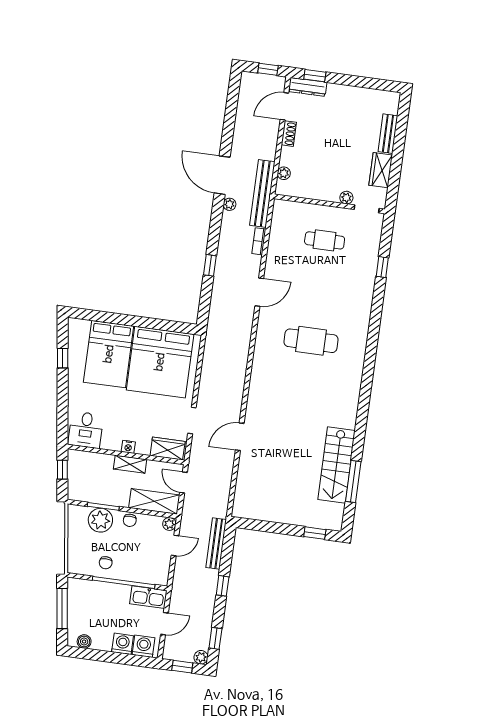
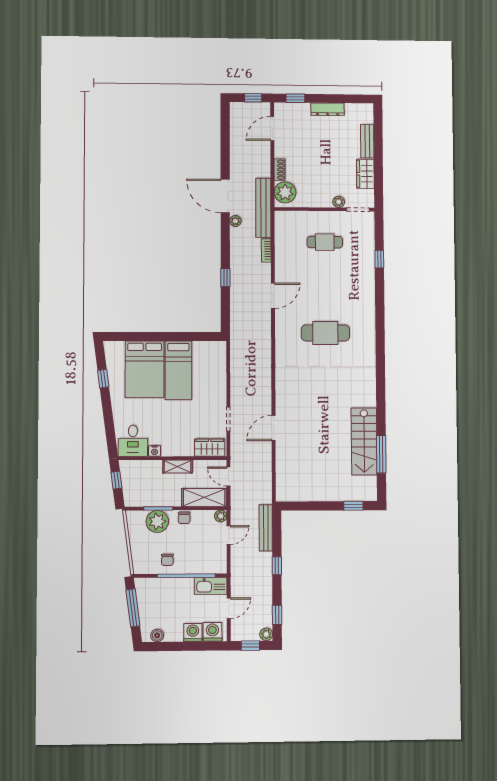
dresser: (308, 87) -> (328, 109), moved
shoe rack: (289, 134) -> (280, 170), moved
plant: (284, 173) -> (285, 192), width x1.88, depth x1.88
bed: (160, 362) -> (178, 370), width x0.49
nightstand: (128, 447) -> (154, 451), moved

